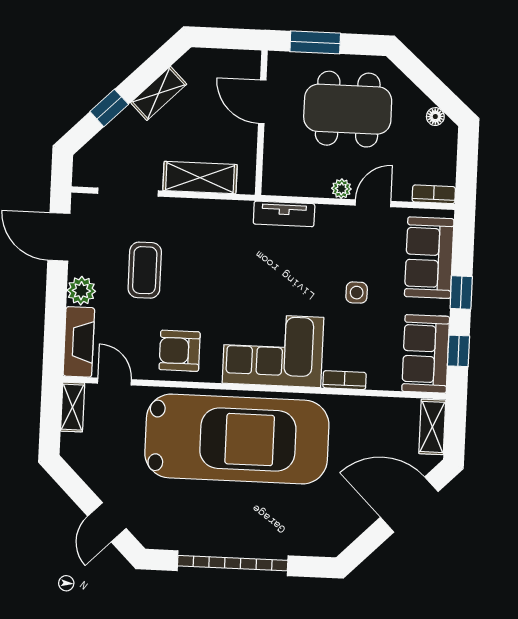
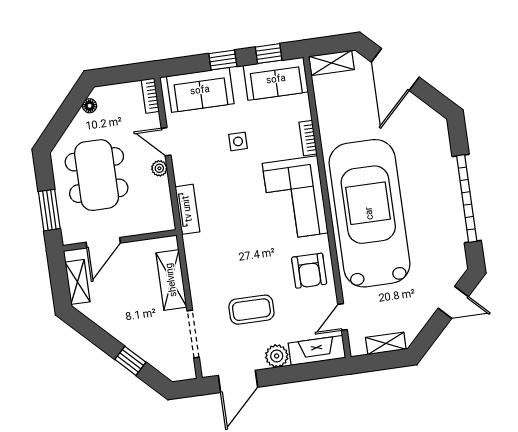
shelving: (159, 93) -> (77, 282), moved, turned 45
shelving: (73, 407) -> (386, 343), moved

